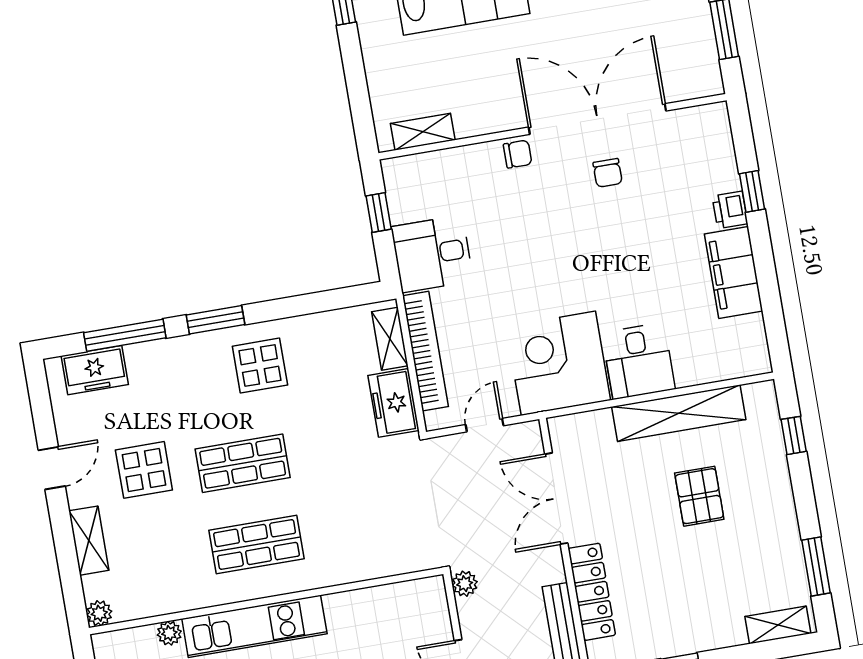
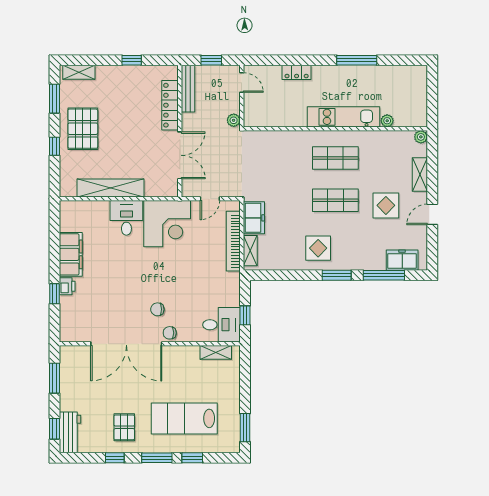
chair: (608, 173) -> (157, 309), moved, turned -90
desk: (432, 254) -> (221, 325), moved
window: (794, 435) -> (54, 146), moved
pallet: (699, 496) -> (83, 129), moved, width x1.50, depth x1.42

